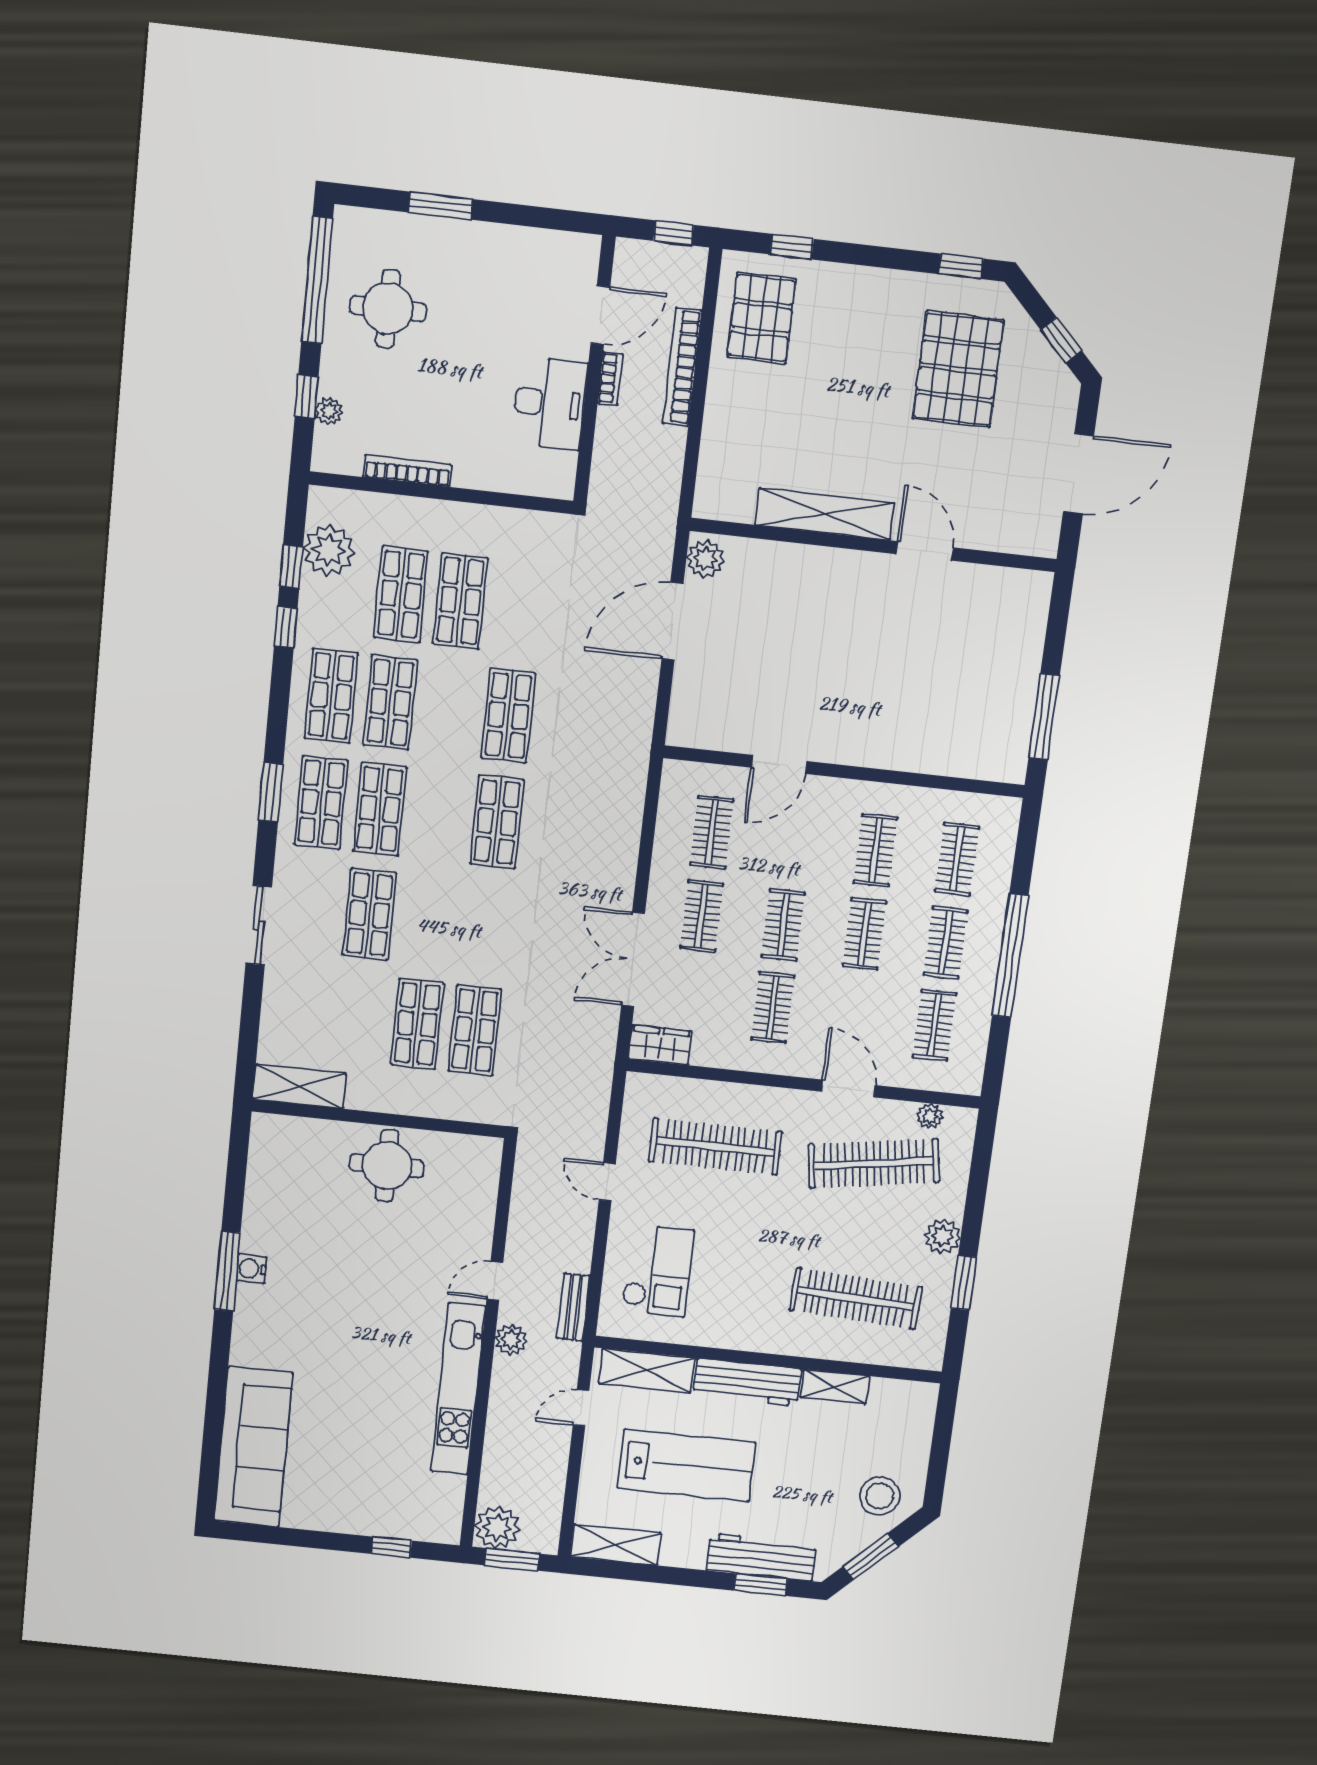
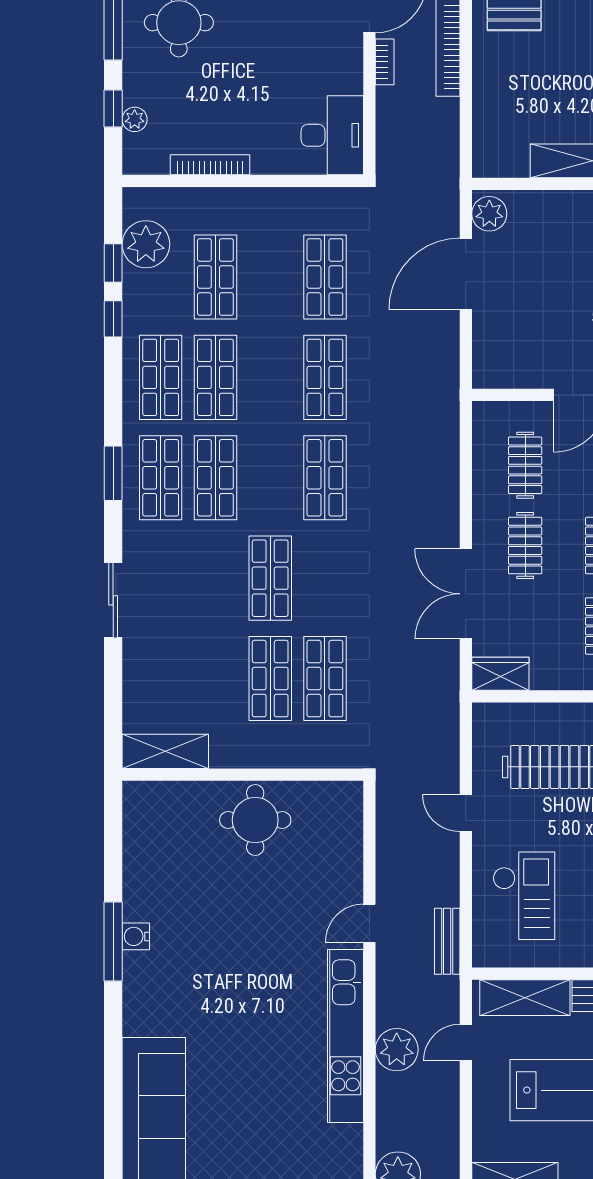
desk: (550, 403) -> (332, 135), moved
shop shelf: (460, 601) -> (325, 277), moved
shop shelf: (370, 914) -> (270, 578), moved
plant: (511, 1340) -> (397, 1050), moved, width x1.36, depth x1.36

